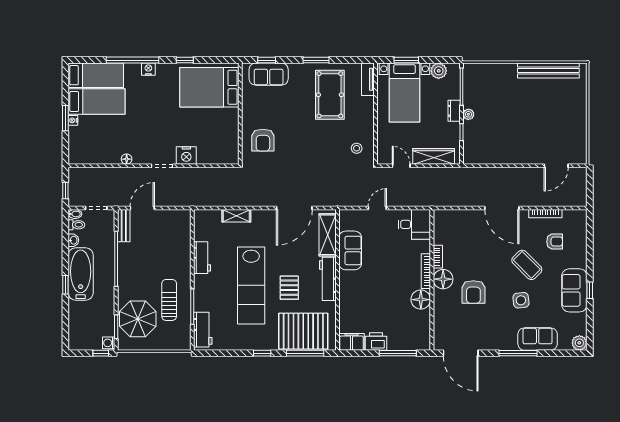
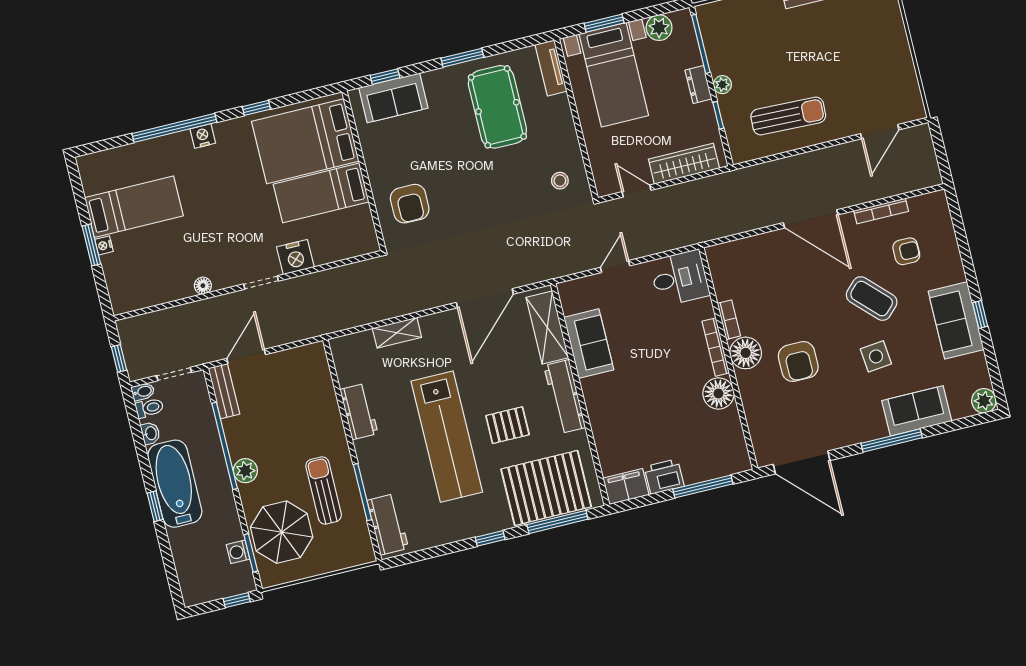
bed: (96, 75) -> (321, 193), moved, turned 180
sun lounger: (503, 143) -> (788, 116), added
plant: (125, 277) -> (245, 471), added
pallet: (289, 288) -> (508, 425), turned 90
washing machine: (109, 343) -> (238, 552), moved

